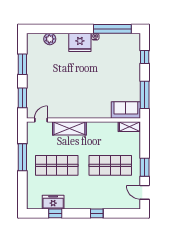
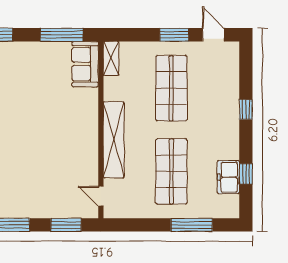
shelving: (69, 128) -> (114, 140), width x1.47
window: (22, 157) -> (192, 225), moved
door: (145, 192) -> (213, 35), swing flipped

